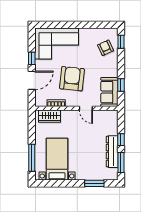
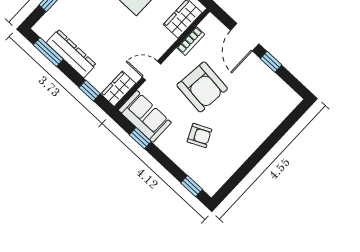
corner sofa: (57, 44) -> (261, 108), removed
armchair: (106, 48) -> (199, 135), moved
wardrobe: (108, 116) -> (118, 89), added
window: (121, 140) -> (90, 91), moved

